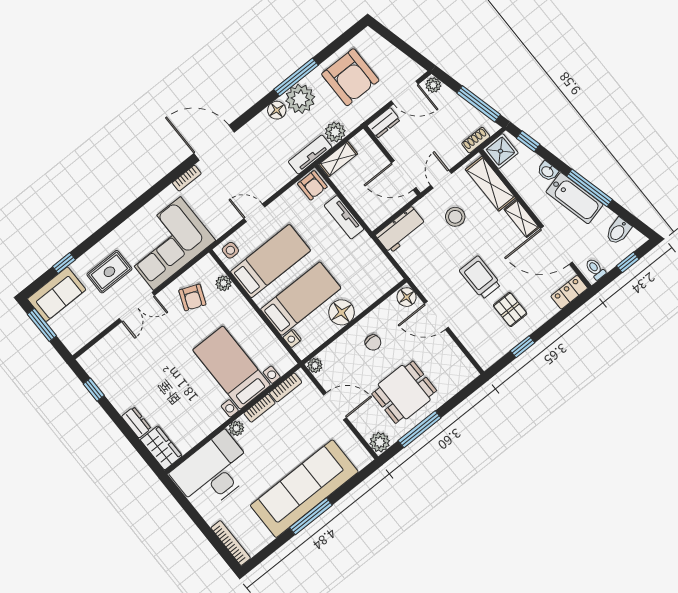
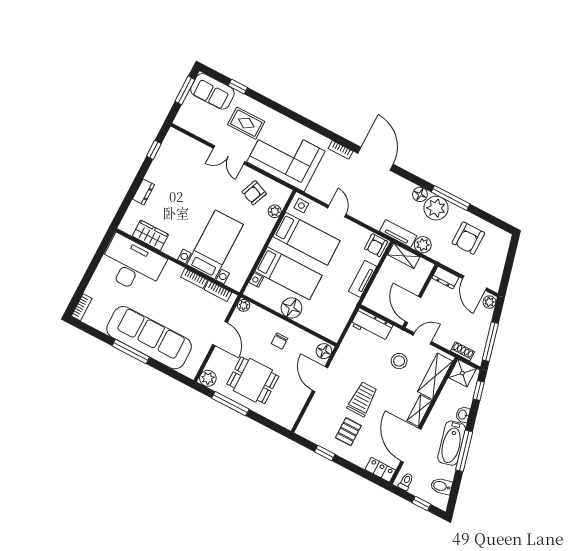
armchair: (350, 77) -> (468, 238), width x0.73, depth x0.73
plant: (236, 428) -> (172, 268), removed
wardrobe: (161, 448) -> (150, 235), moved, turned -90
bookcase: (231, 543) -> (82, 307), width x0.64

